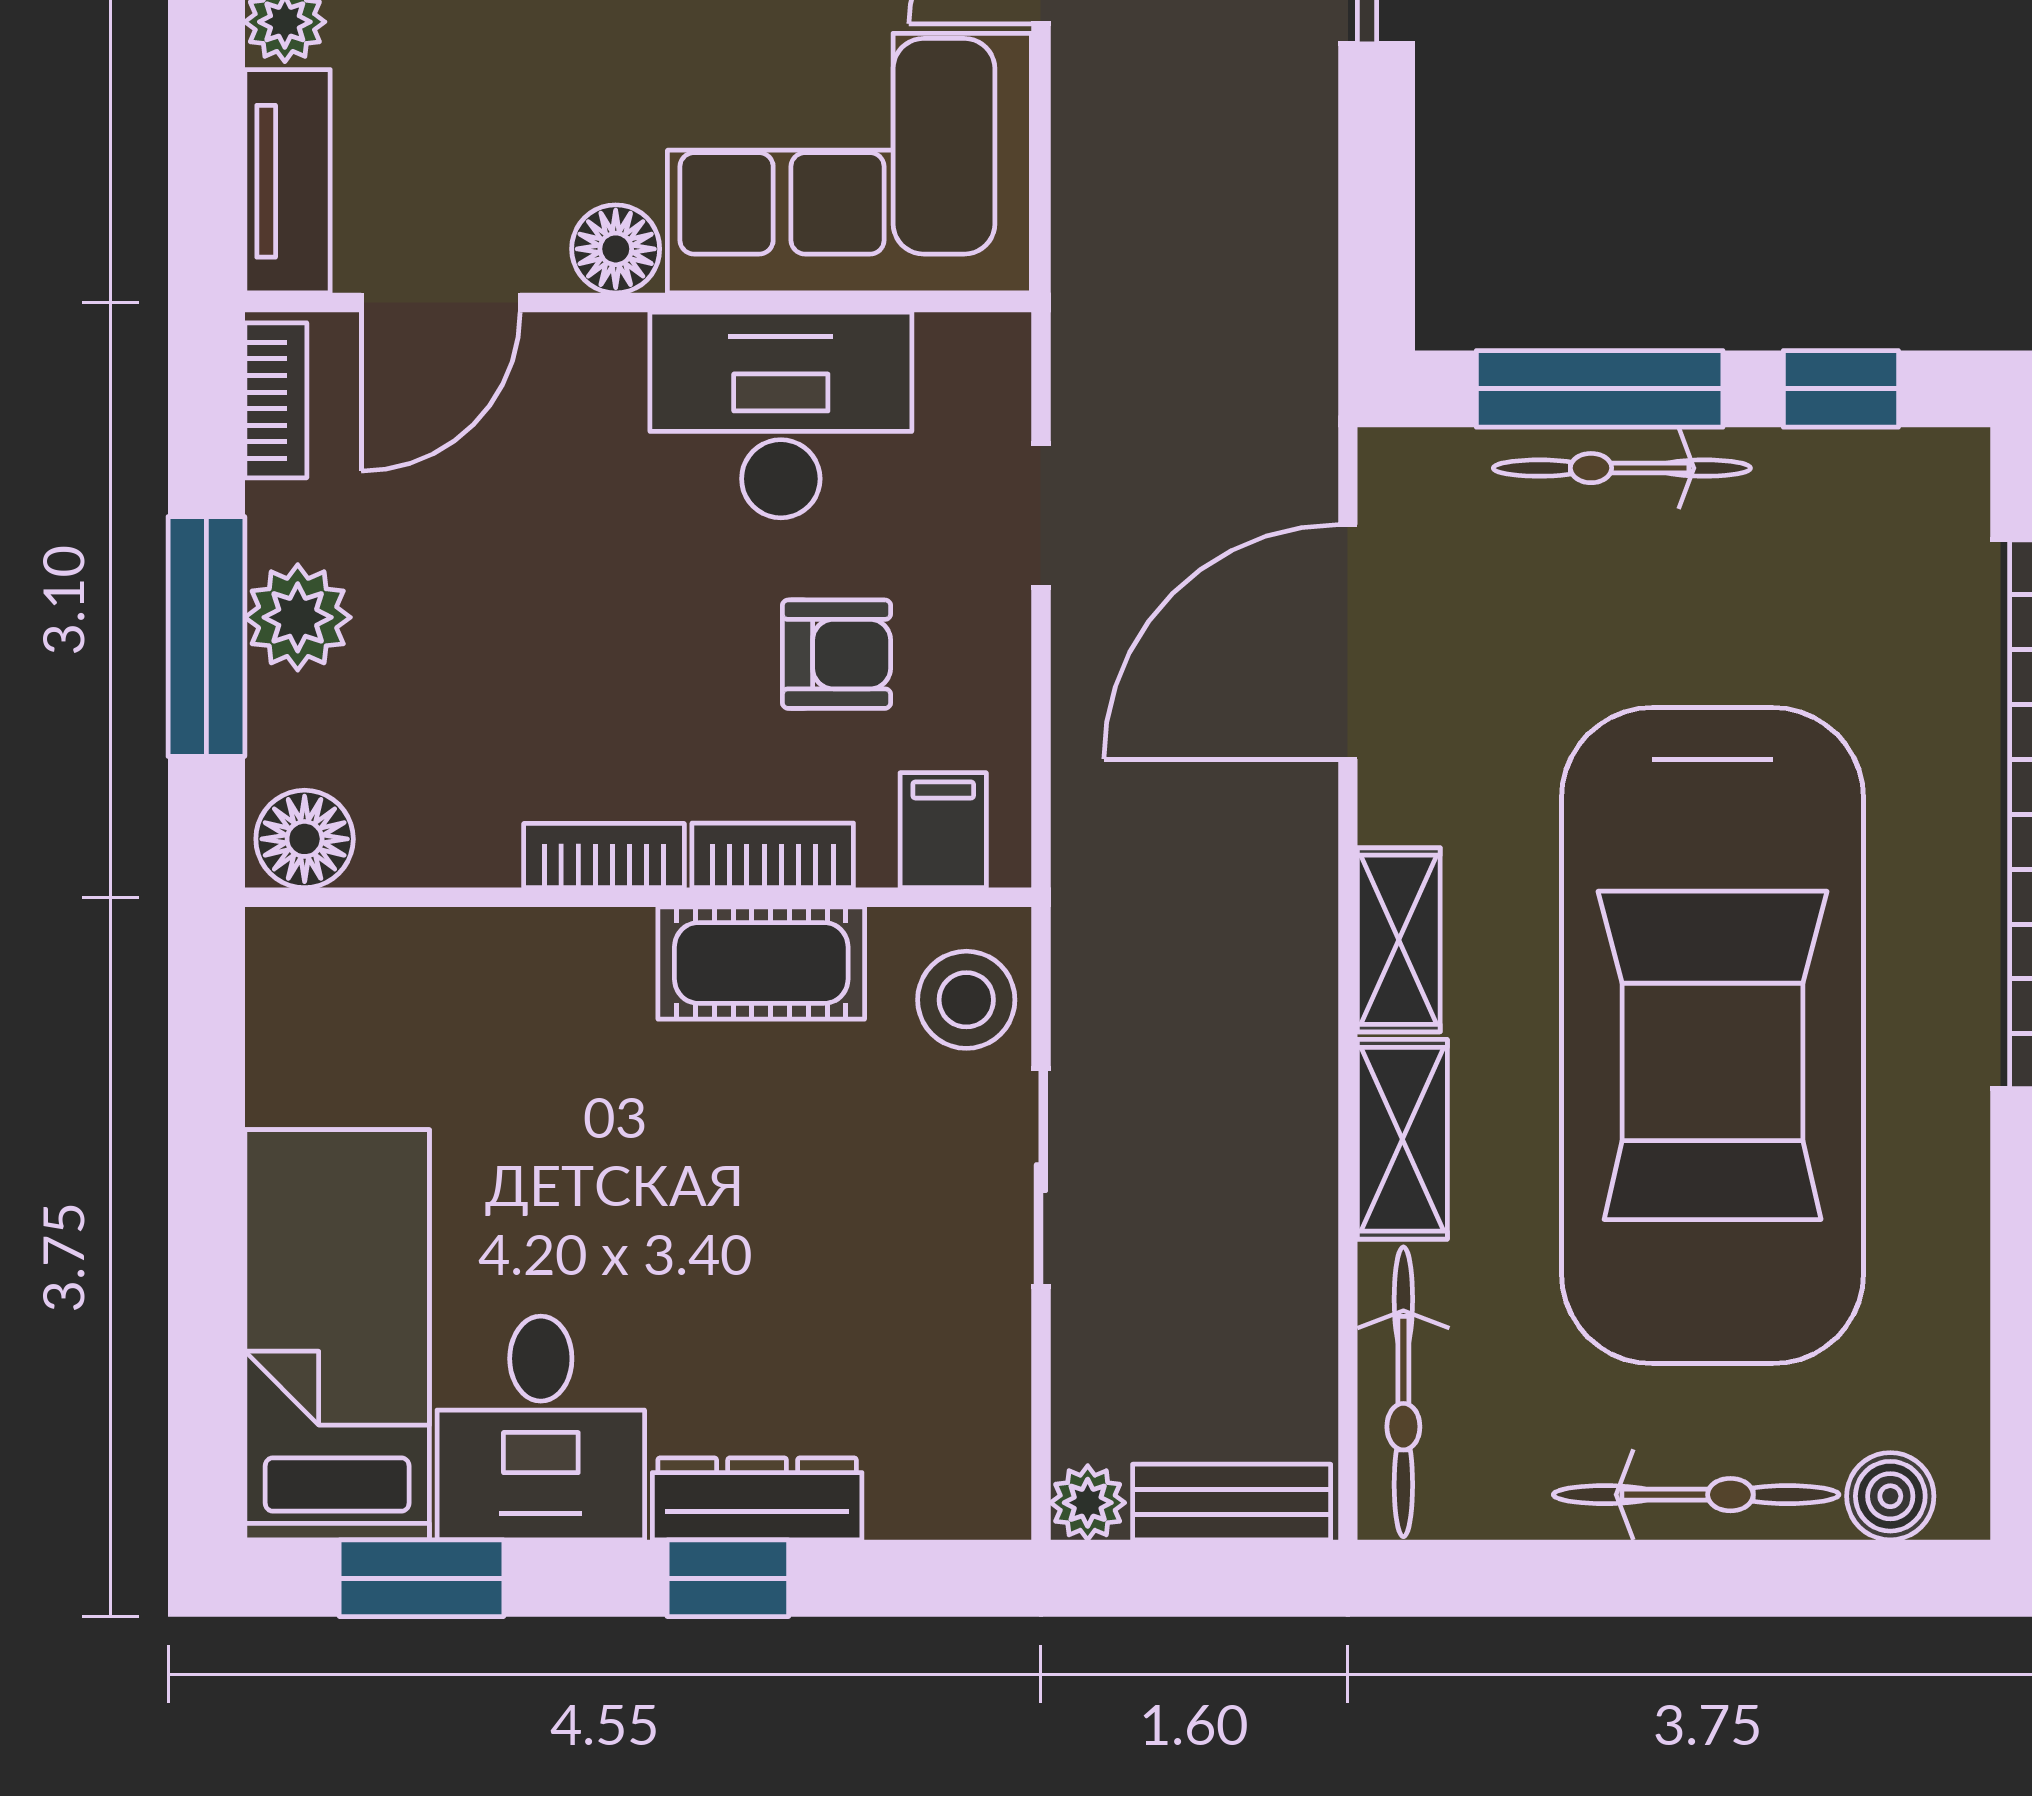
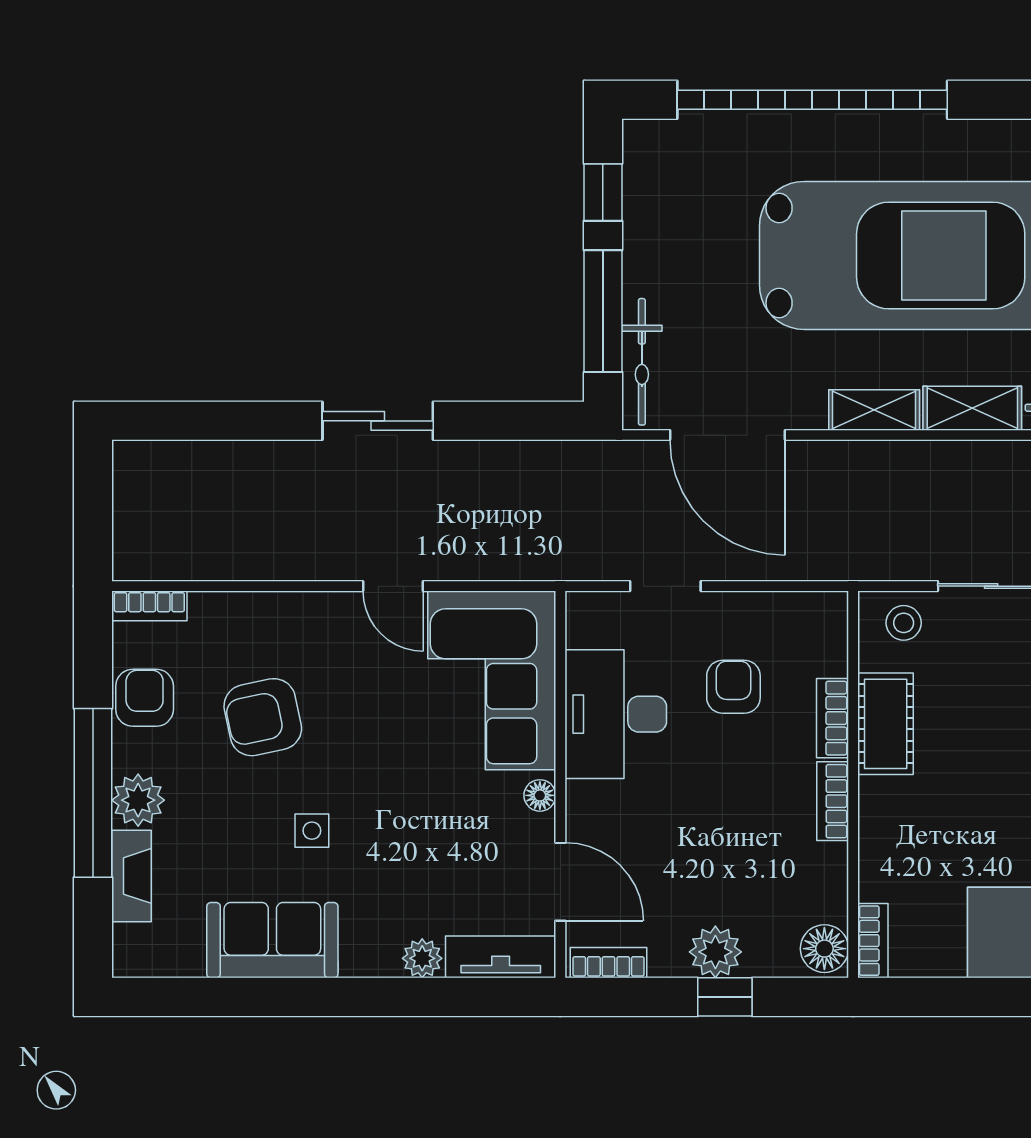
floor lamp: (616, 249) -> (540, 795), width x0.73, depth x0.73
bicycle: (1622, 468) -> (642, 362), moved
window: (206, 637) -> (725, 997), width x0.46
filing cabinet: (943, 830) -> (820, 634), removed
bookcase: (321, 937) -> (873, 941), added
stool: (966, 1000) -> (904, 623), width x0.73, depth x0.73

